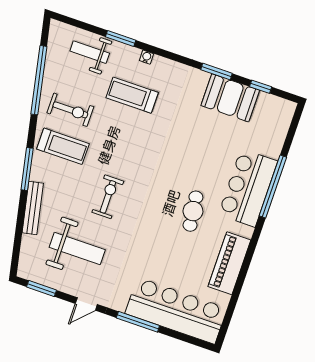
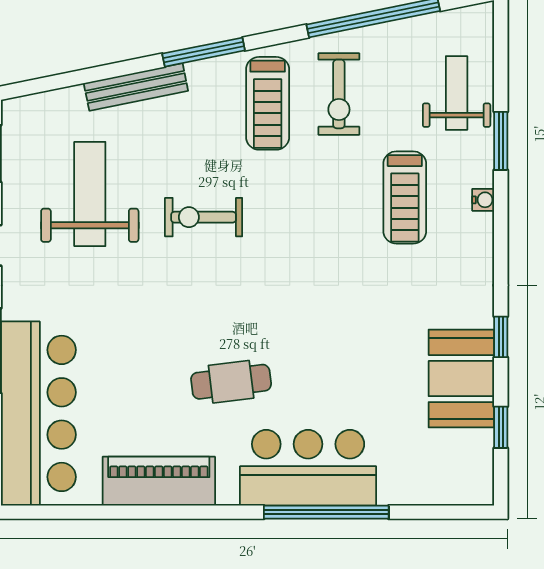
window: (217, 72) -> (501, 337), width x0.67
treadmill: (132, 95) -> (405, 197), turned 180
exercise bike: (108, 197) -> (204, 217), turned 180
weight bench: (77, 249) -> (90, 194), turned 180

